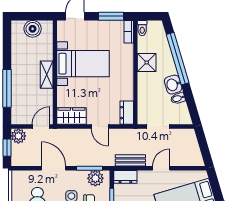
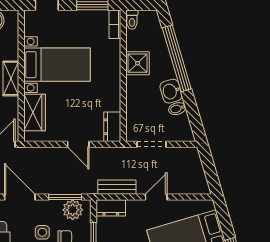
wardrobe: (71, 116) -> (35, 112), moved, turned 90

